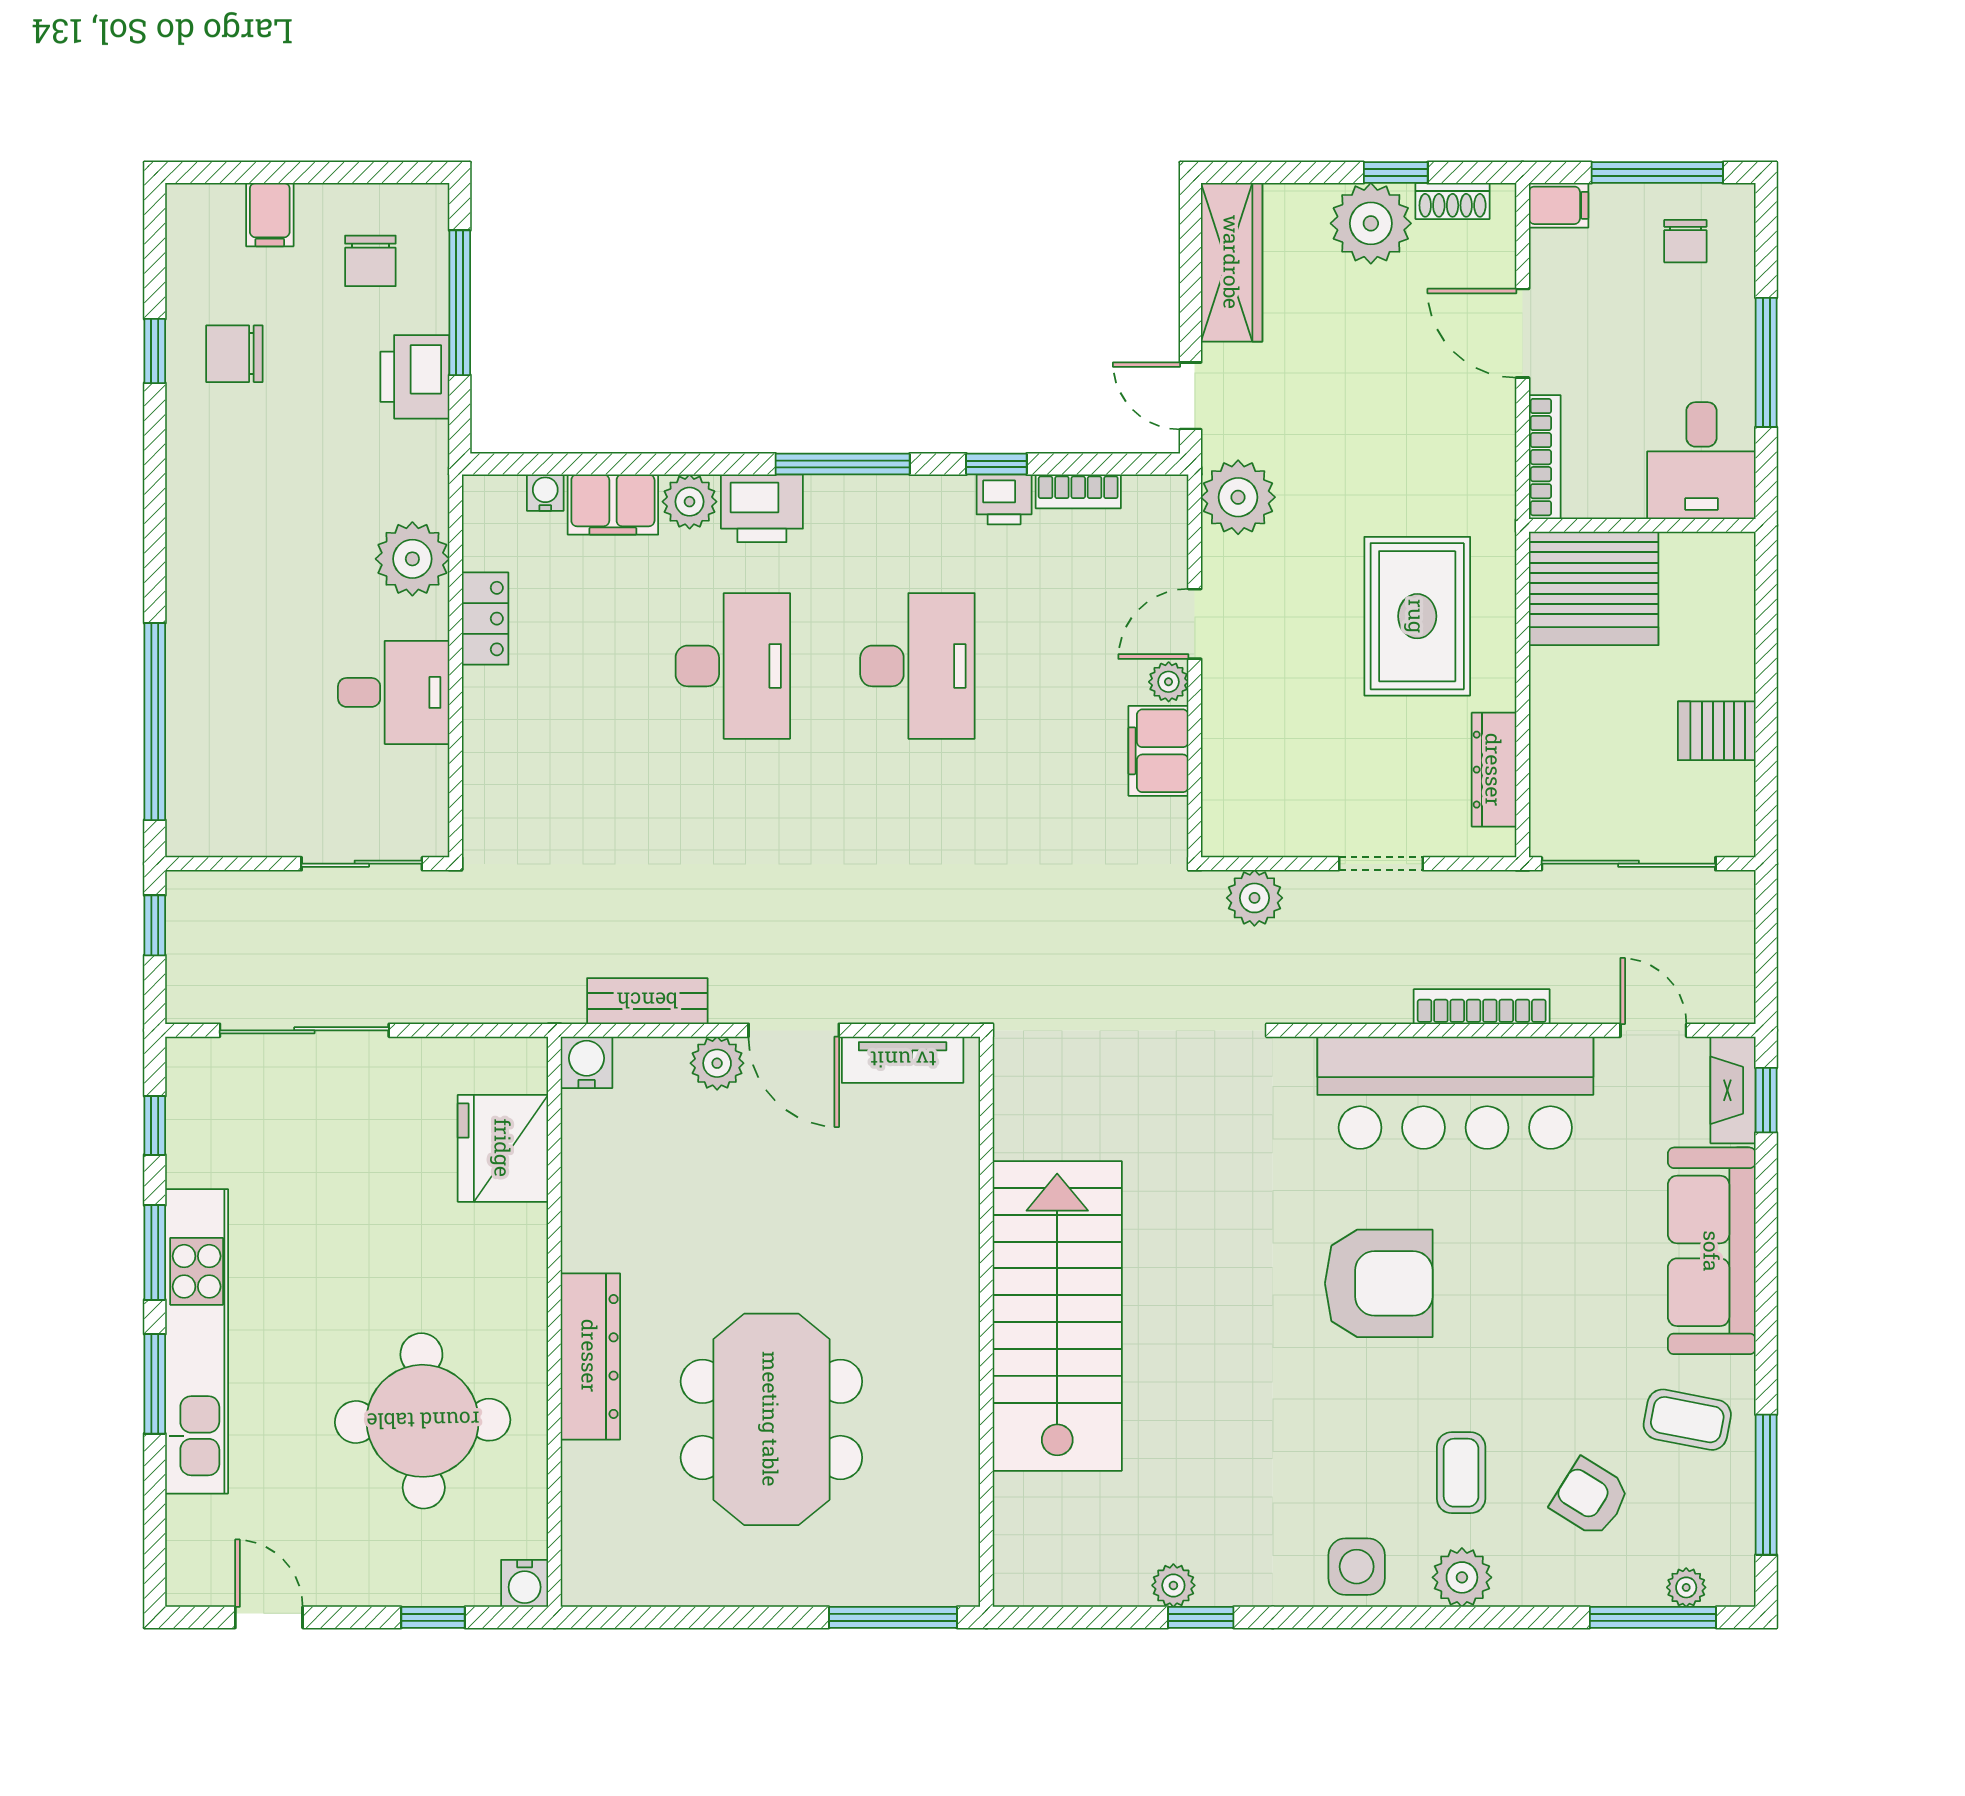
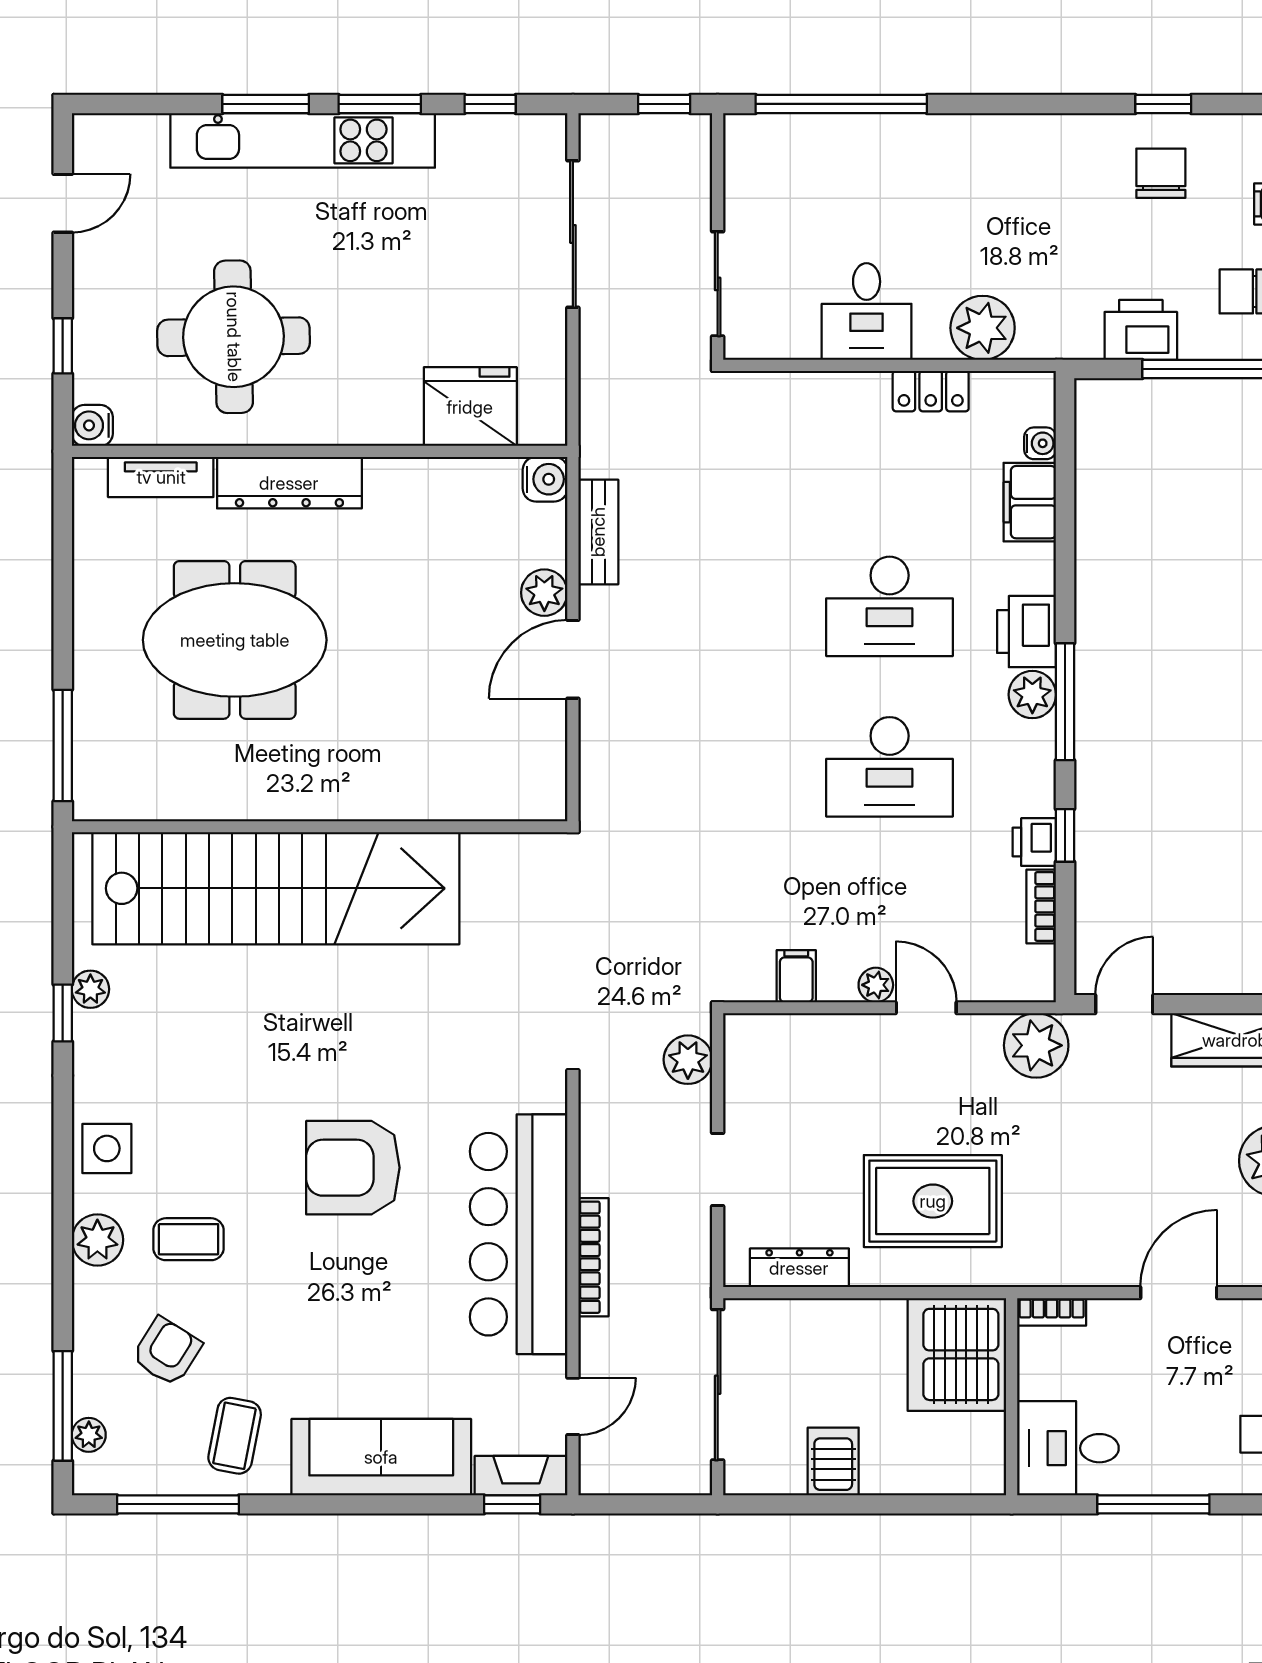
bookcase: (1545, 457) -> (1052, 1312), width x0.64
plant: (690, 502) -> (1032, 695), moved
filing cabinet: (1158, 751) -> (796, 976), width x0.50
tv unit: (903, 1060) -> (161, 477), moved, turned -90
armchair: (1379, 1283) -> (353, 1168), turned 90
stairs: (1057, 1316) -> (276, 888), width x1.36

